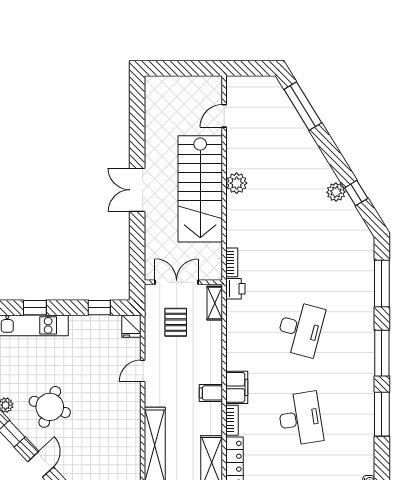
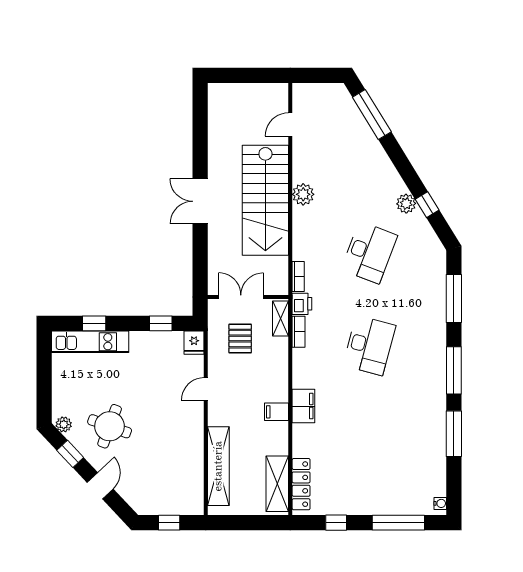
desk: (300, 419) -> (369, 252), moved, turned 30
bookcase: (232, 420) -> (298, 332), moved

